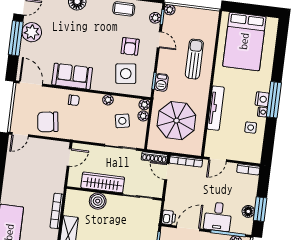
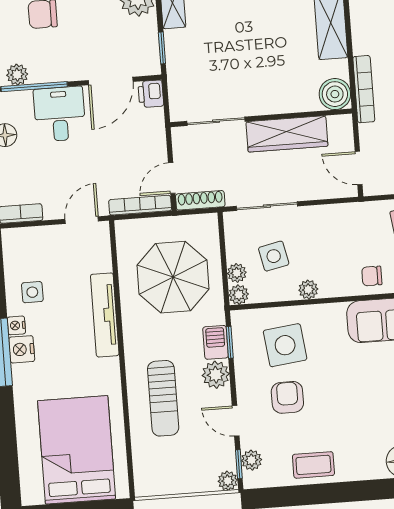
plant: (165, 66) -> (216, 375), added
door: (69, 157) -> (359, 168), hinge flipped
door: (167, 172) -> (172, 178), swing flipped
boiler: (98, 201) -> (335, 94), moved
bookcase: (57, 211) -> (364, 89), moved

